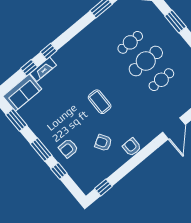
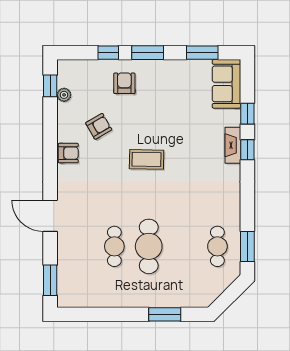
cafe table: (130, 42) -> (217, 246), moved
fireplace: (43, 69) -> (233, 145), moved
plant: (102, 176) -> (64, 95), added

